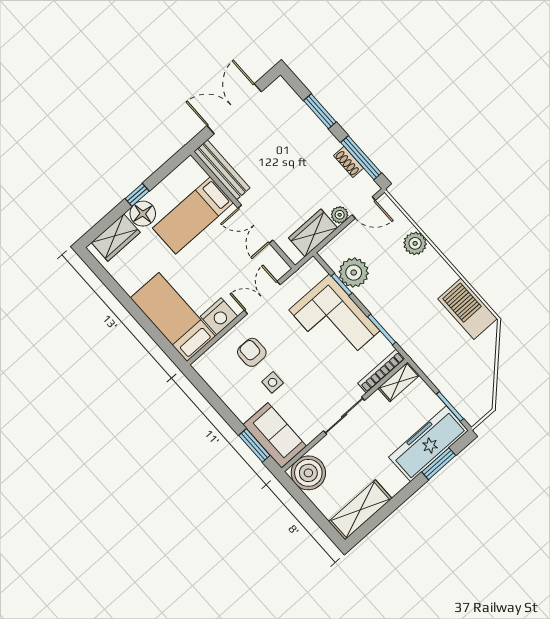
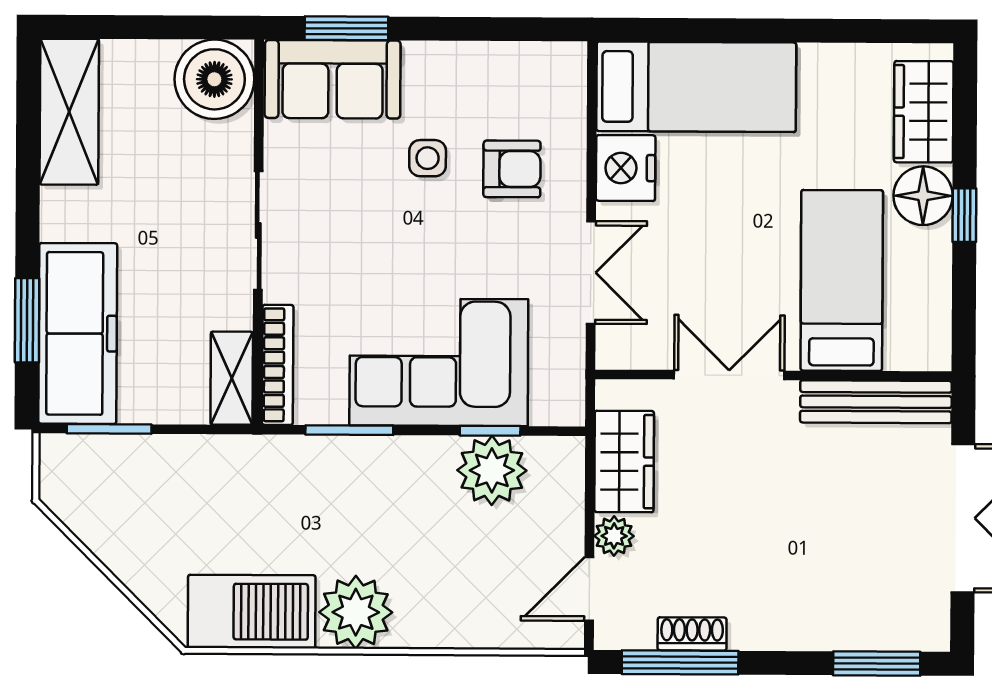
window: (320, 111) -> (877, 663), moved
plant: (415, 243) -> (356, 612), moved, width x1.36, depth x1.36

